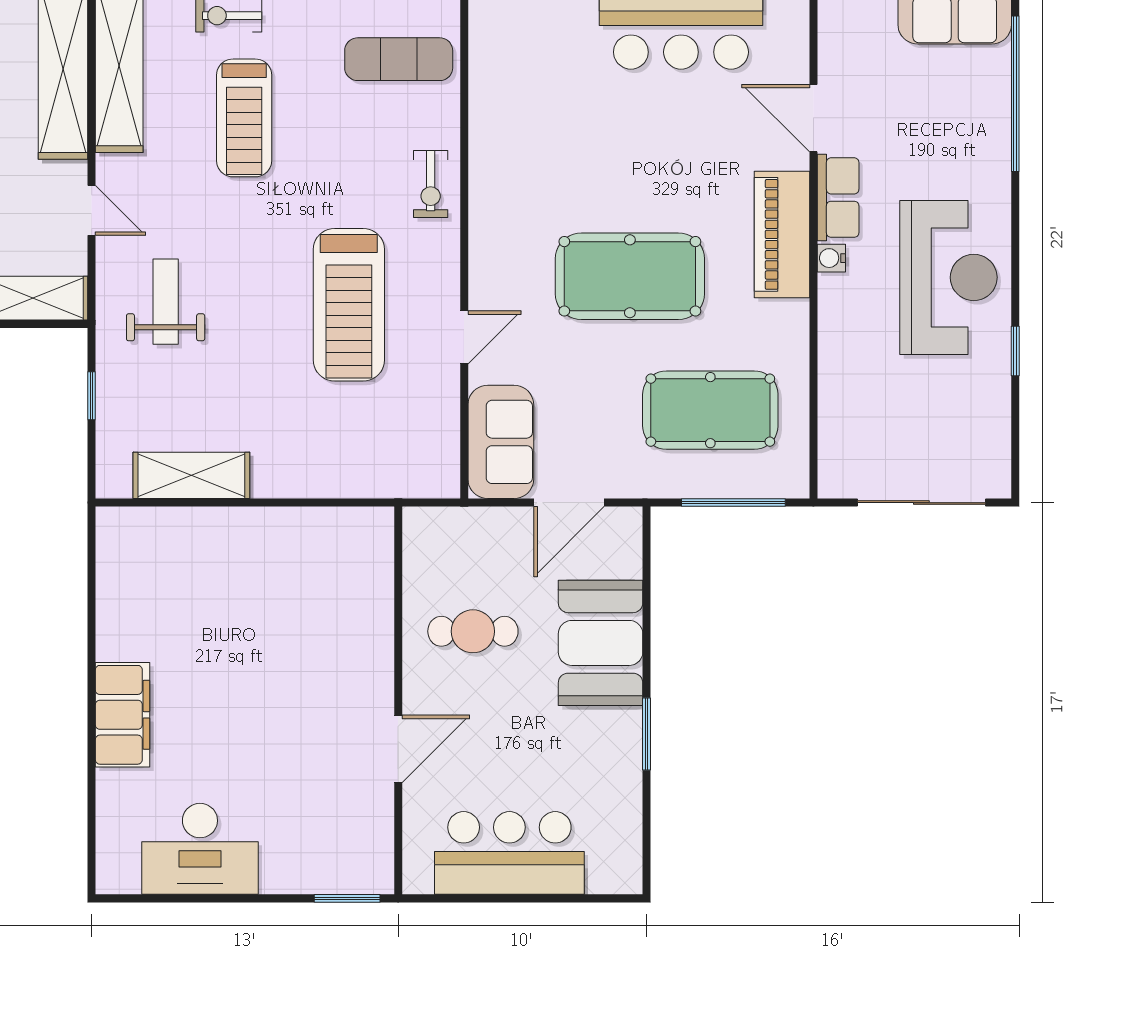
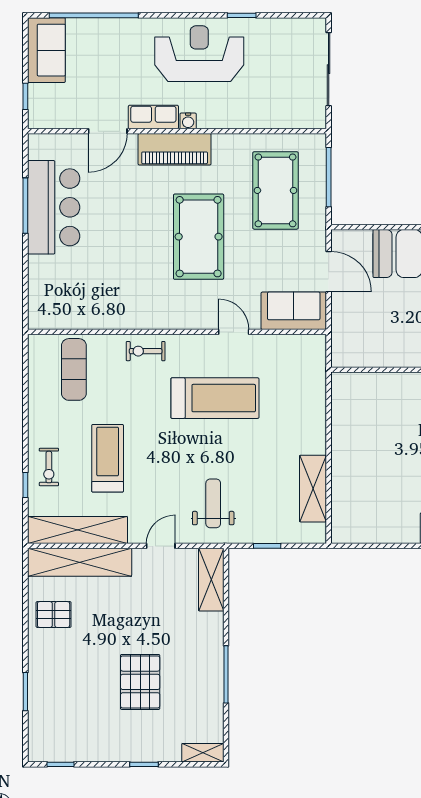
treadmill: (244, 118) -> (108, 458), turned -90
exercise bike: (431, 184) -> (146, 351), turned 180
weight bench: (166, 302) -> (213, 503), turned 90
cafe table: (473, 631) -> (403, 327), removed

